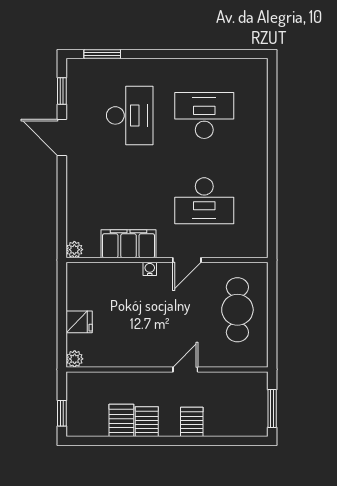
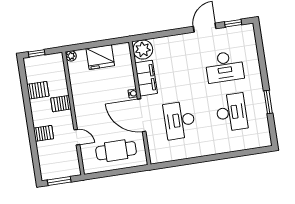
window: (102, 54) -> (268, 102), moved
plant: (74, 250) -> (143, 50), width x1.88, depth x1.88
door: (187, 260) -> (142, 115), width x1.87
fridge: (79, 322) -> (100, 57), width x1.88, depth x1.34
door: (185, 369) -> (77, 137), moved
server rack: (147, 422) -> (61, 104), moved, turned 180

